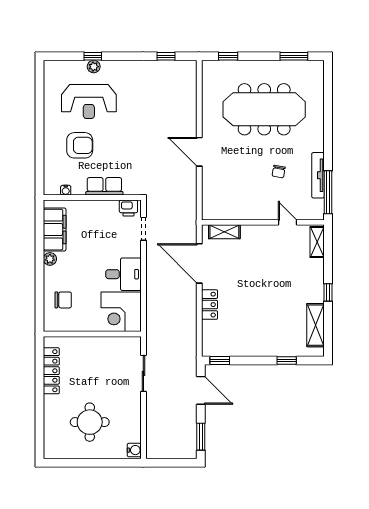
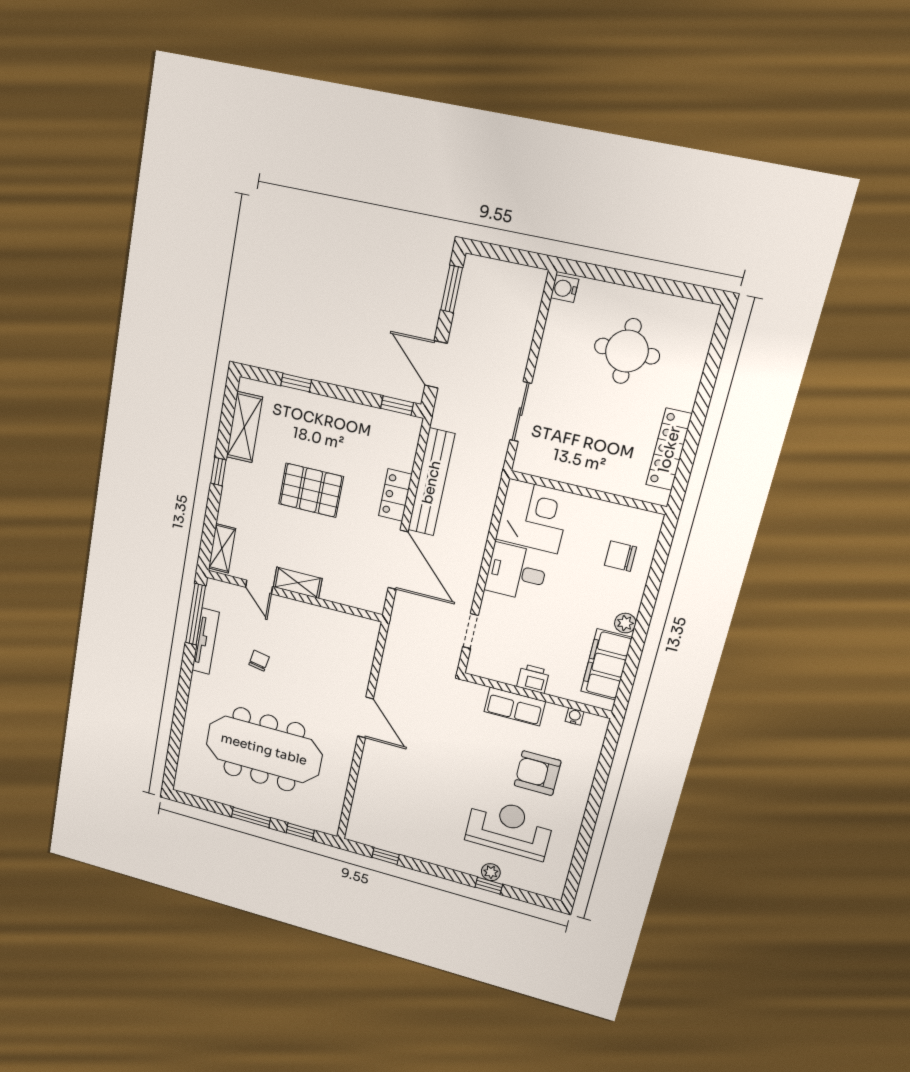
window: (294, 56) -> (251, 817), moved
printer: (128, 208) -> (533, 679), moved
shelving: (224, 232) -> (298, 583), moved
pallet: (264, 295) -> (311, 490), added
bench: (189, 318) -> (431, 482), added

